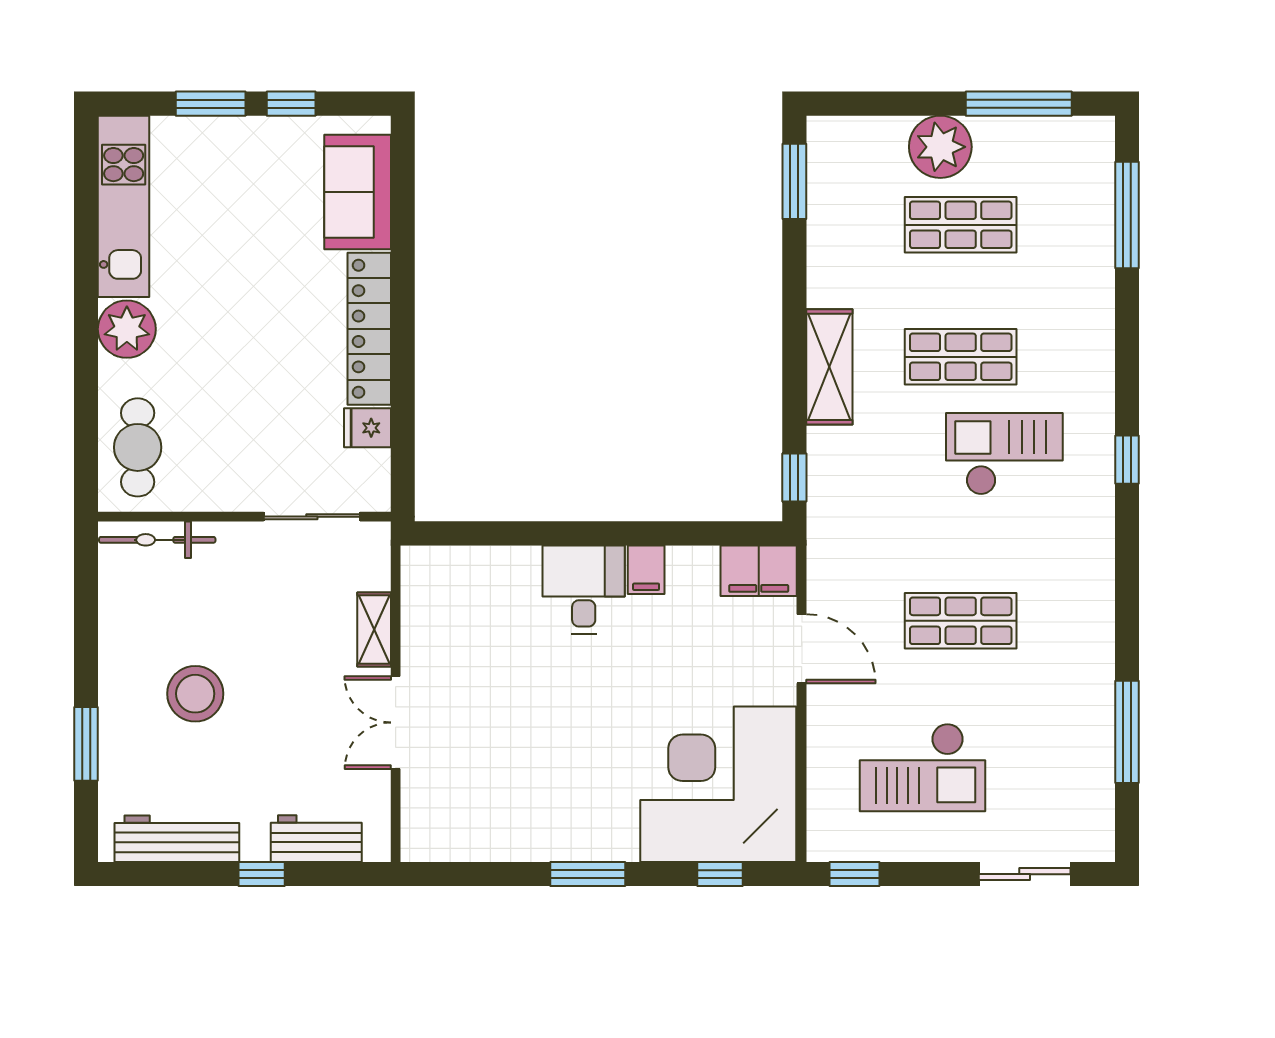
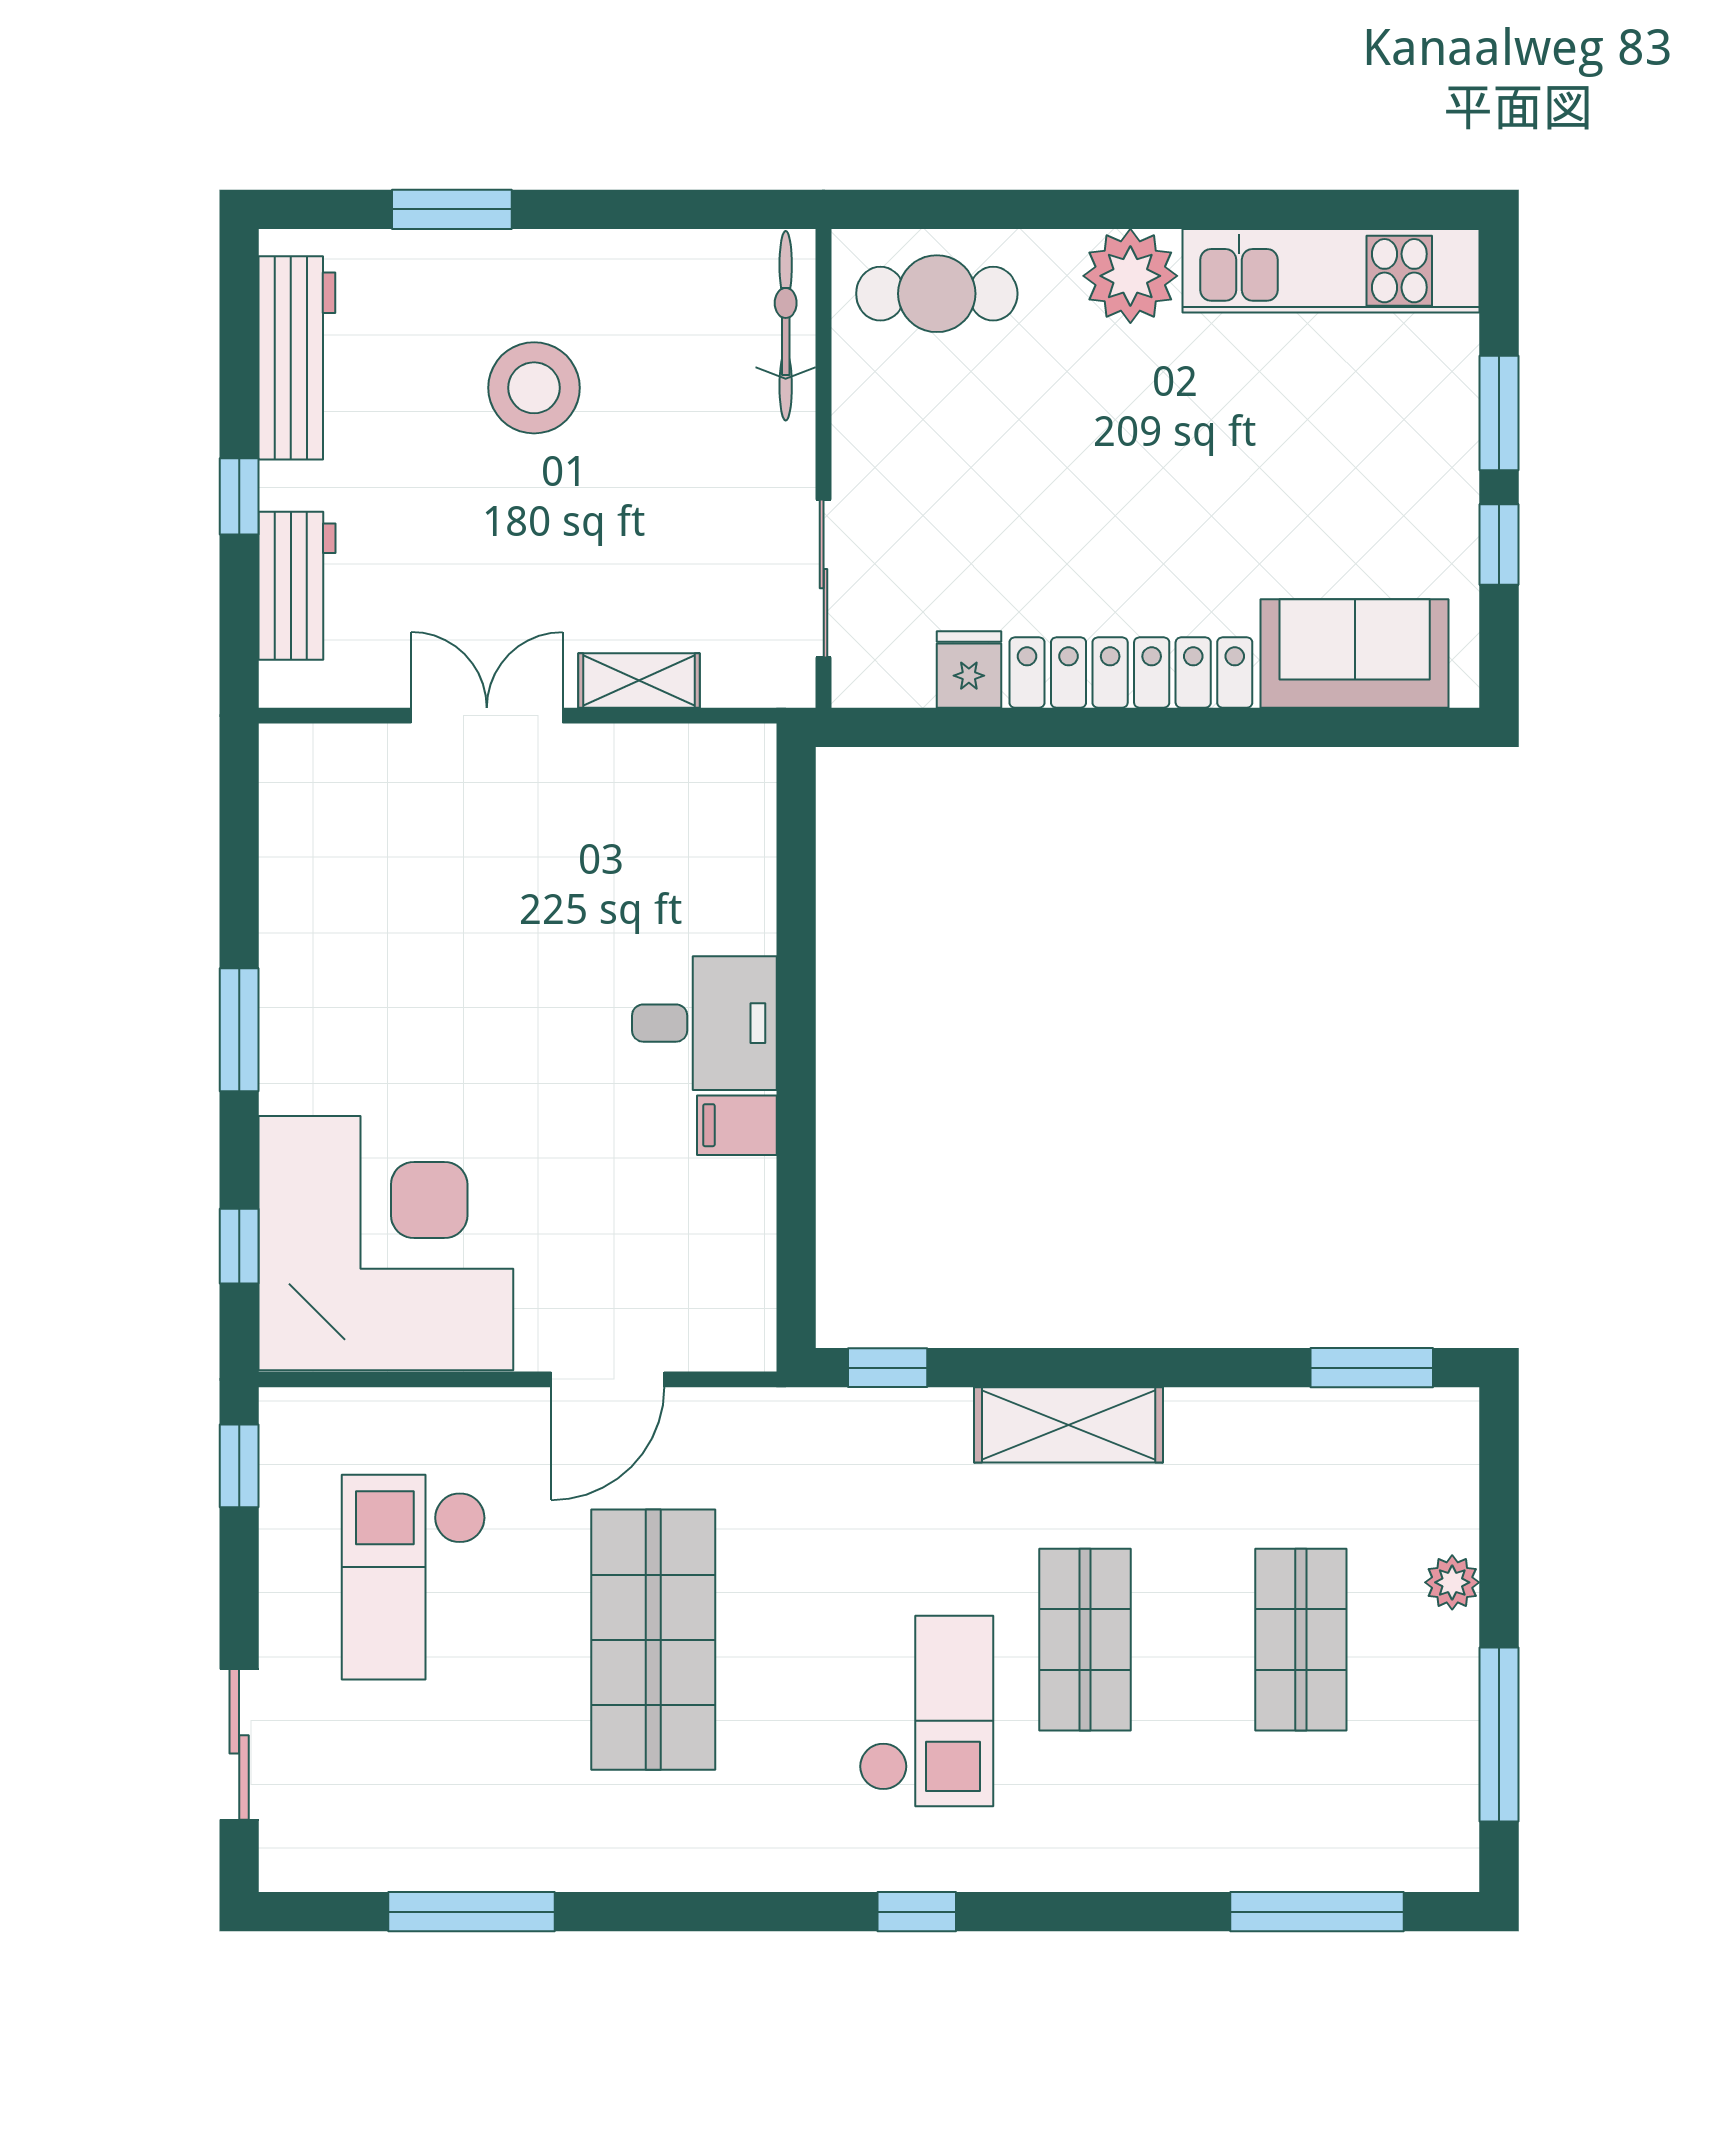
plant: (940, 147) -> (1452, 1582), width x0.53, depth x0.53
filing cabinet: (759, 571) -> (735, 1309), removed
shop shelf: (961, 621) -> (653, 1640), width x1.43, depth x1.36

